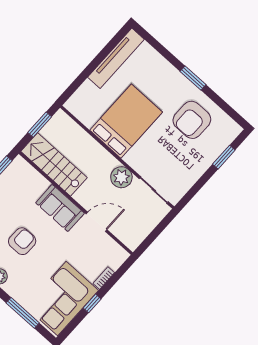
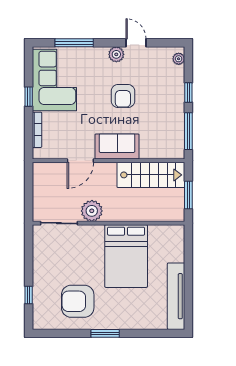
armchair: (192, 120) -> (78, 301), turned -90
window: (224, 157) -> (29, 295), width x0.67
bookcase: (104, 278) -> (37, 130), width x1.56

